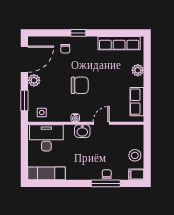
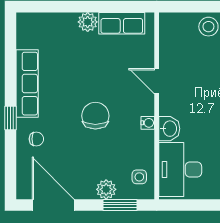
row of seats: (119, 43) -> (27, 84), moved
plant: (138, 70) -> (88, 22), moved
plant: (34, 80) -> (106, 189), moved
washbasin: (82, 131) -> (169, 129), moved

